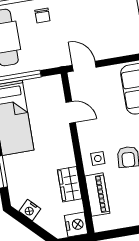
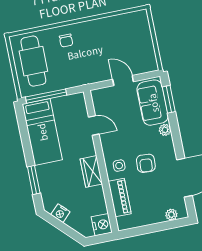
door: (84, 66) -> (123, 81), moved
wardrobe: (70, 184) -> (91, 171), moved

